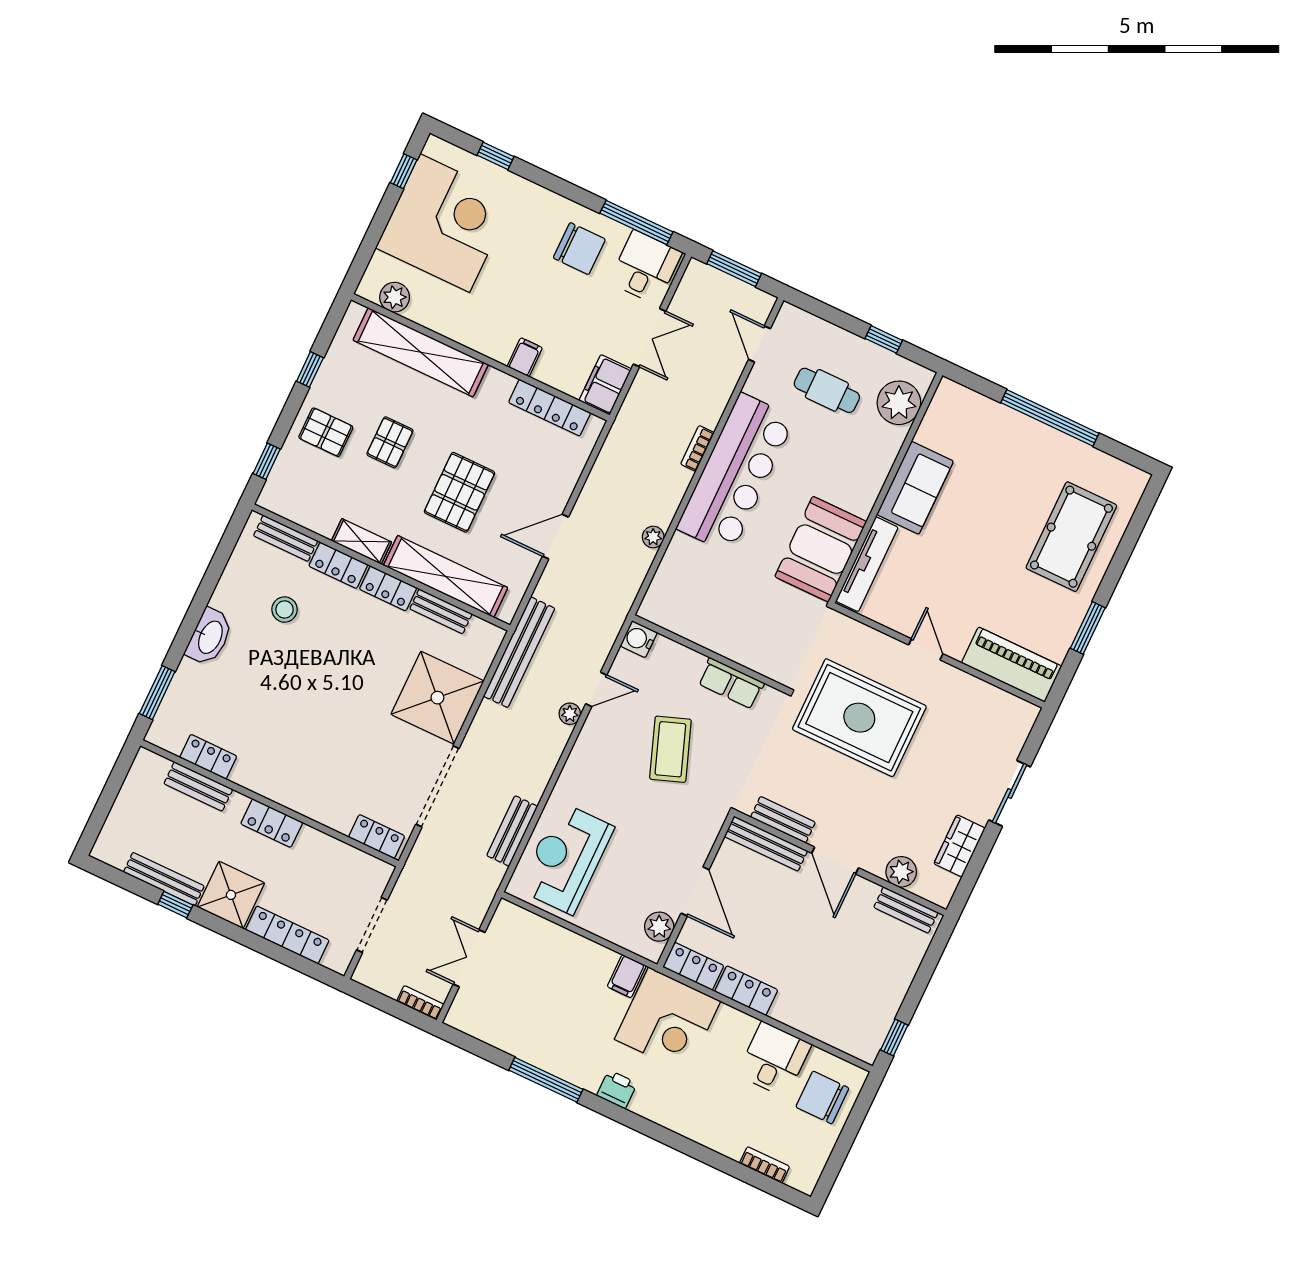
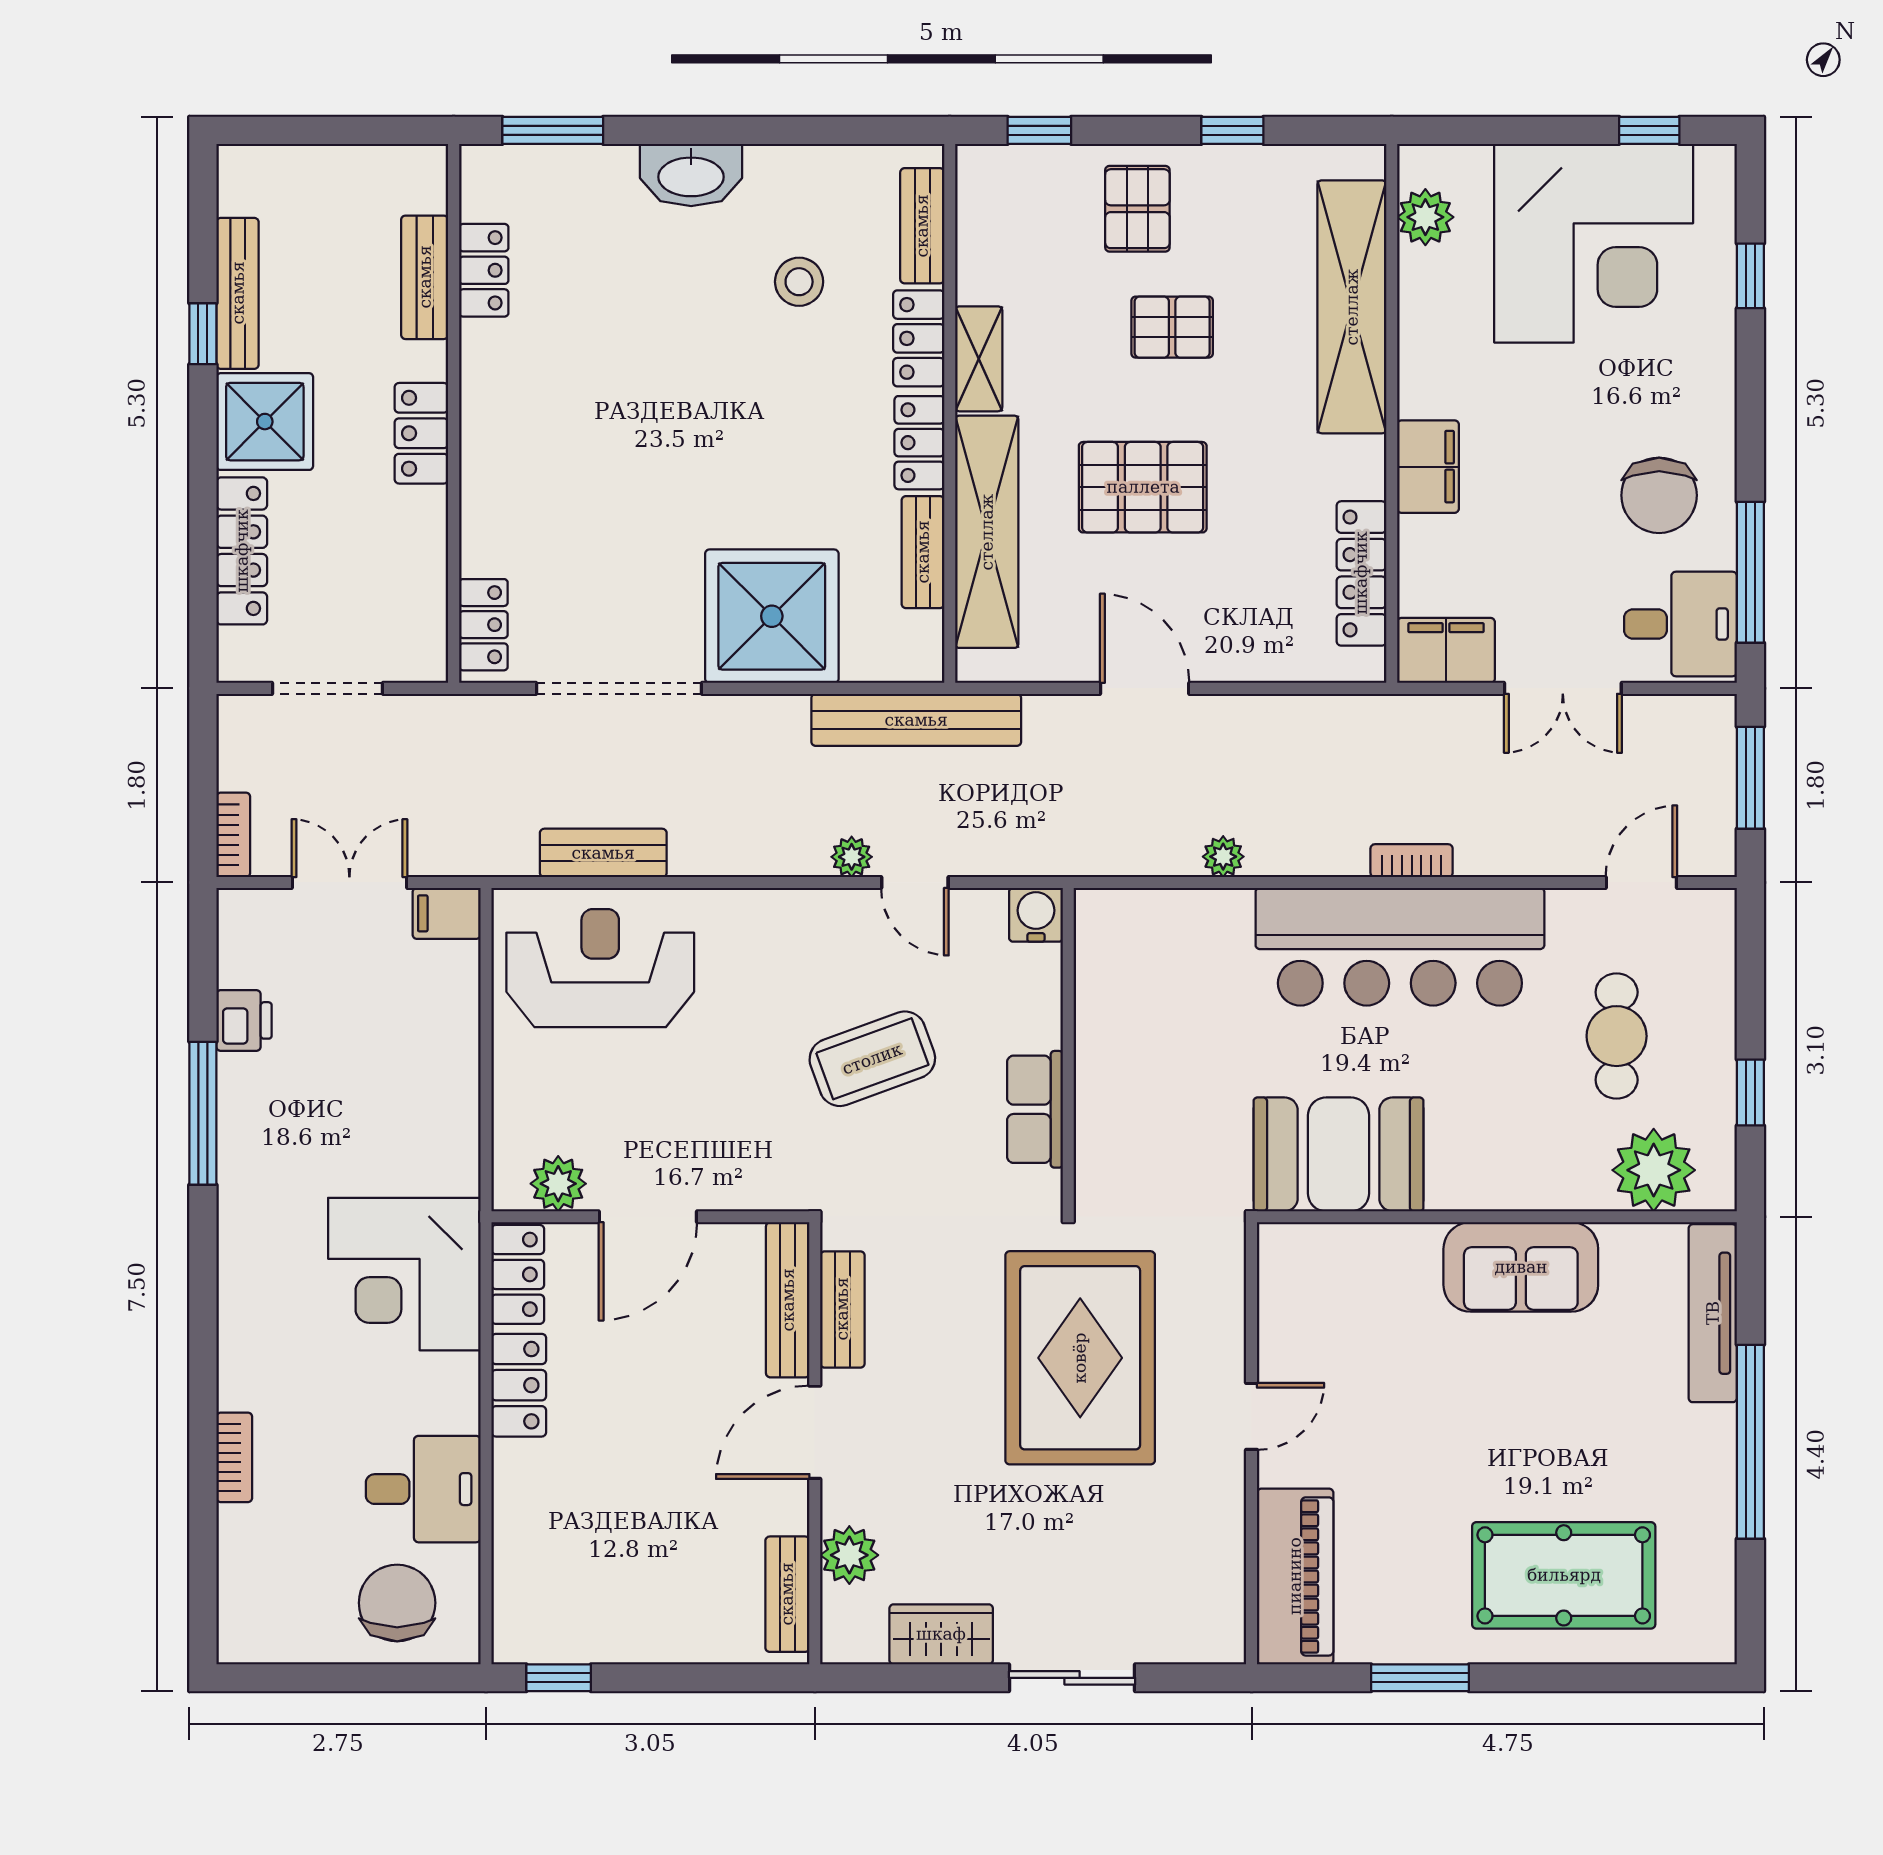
filing cabinet: (525, 357) -> (1428, 467), width x2.00
tv unit: (867, 564) -> (1713, 1313), moved, turned 90
filing cabinet: (627, 976) -> (447, 913), moved
printer: (617, 1089) -> (244, 1020), moved
bookcase: (765, 1165) -> (234, 1457), moved

